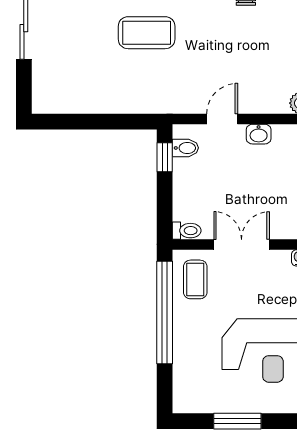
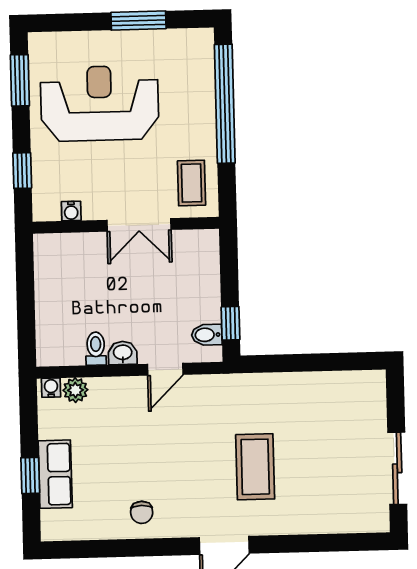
coffee table: (147, 33) -> (255, 467), turned 90
toilet: (187, 231) -> (96, 349), moved, turned 90
window: (165, 312) -> (225, 104), moved

